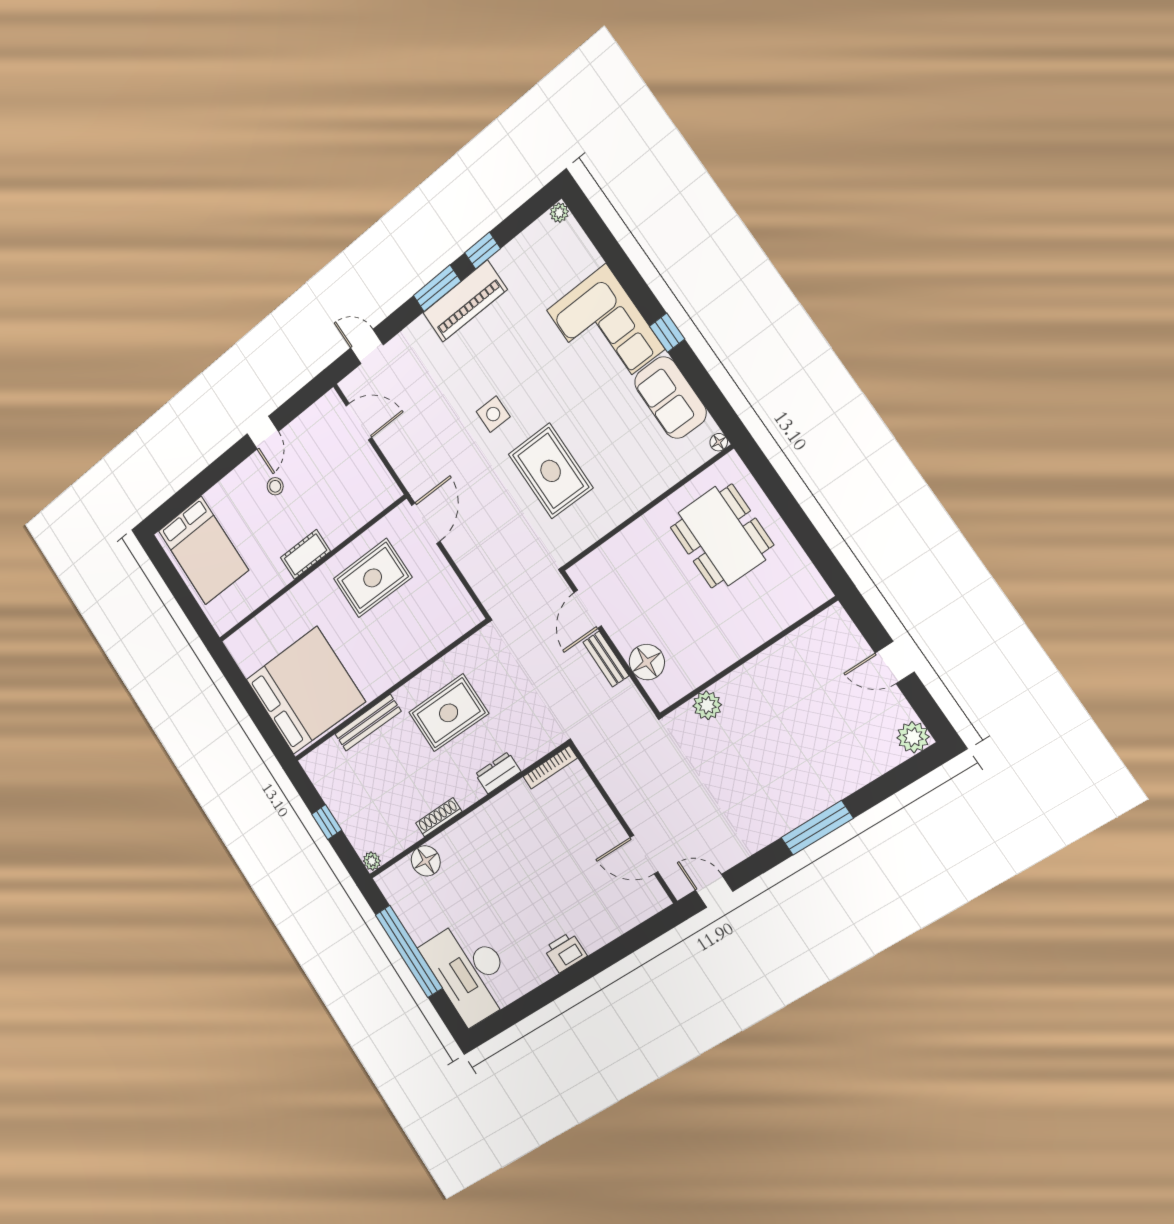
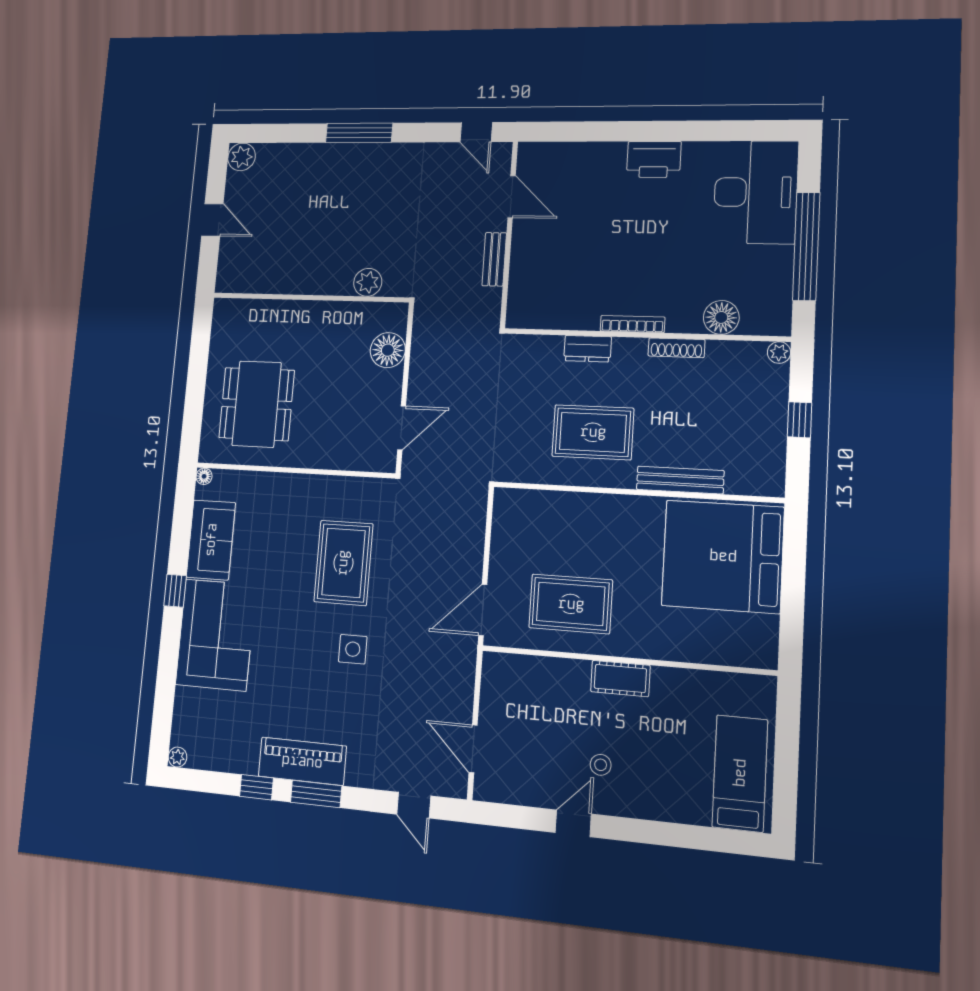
bed: (203, 550) -> (740, 773), width x0.67
bench: (606, 659) -> (494, 259), moved
bookcase: (550, 767) -> (632, 324), moved
printer: (565, 952) -> (654, 159), width x1.37, depth x1.19

